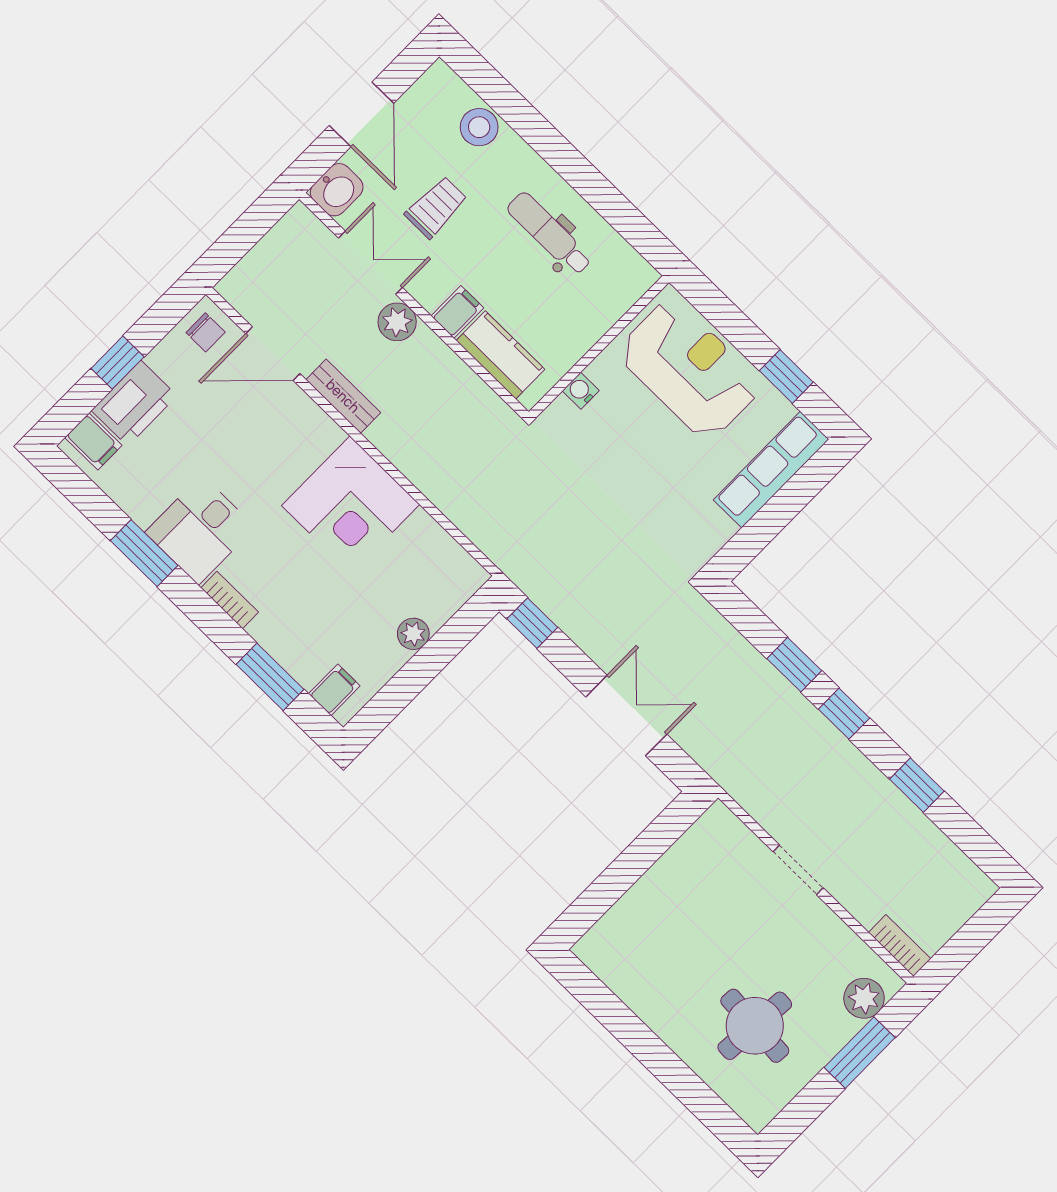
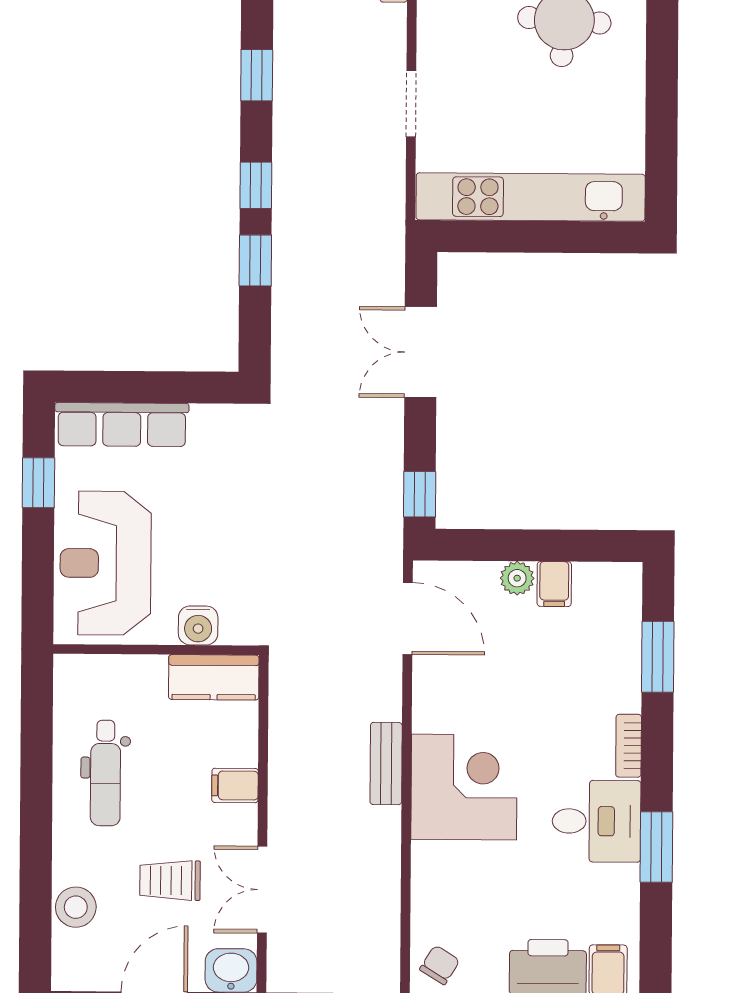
plant: (397, 322) -> (288, 825), removed
chair: (206, 332) -> (440, 965), turned 32
door: (273, 354) -> (408, 619), moved
kitchen counter: (500, 355) -> (214, 677), moved, turned -90
water cooler: (581, 391) -> (198, 625), width x1.38, depth x1.38
bench: (343, 396) -> (386, 764), moved
corner desk: (351, 505) -> (464, 787), moved
filing cabinet: (334, 690) -> (554, 584), moved, turned -90
kitchen unit: (659, 889) -> (531, 197), added

